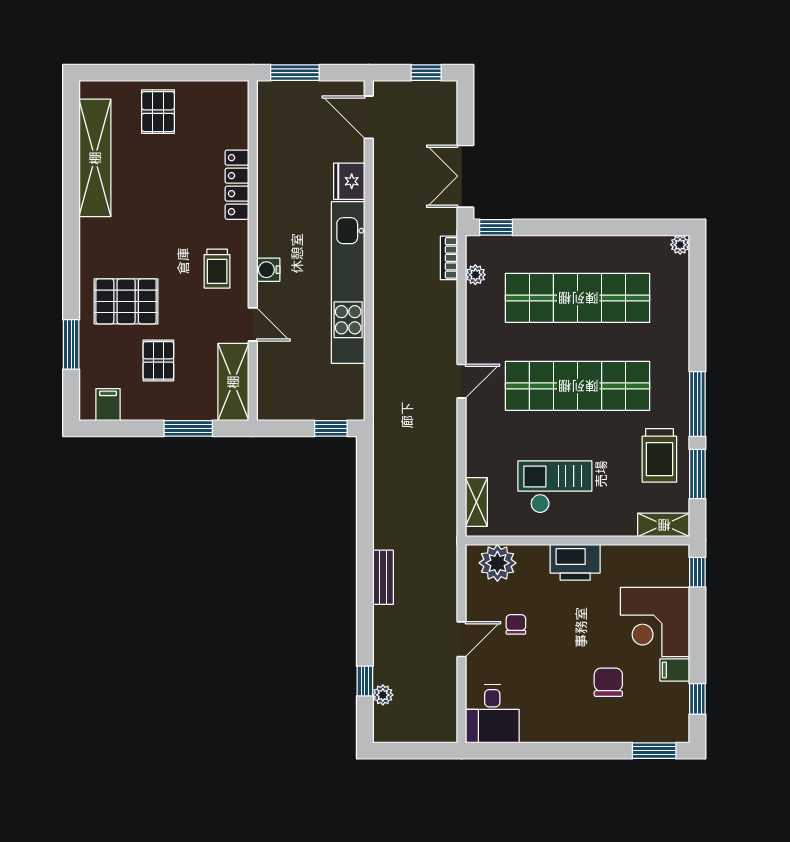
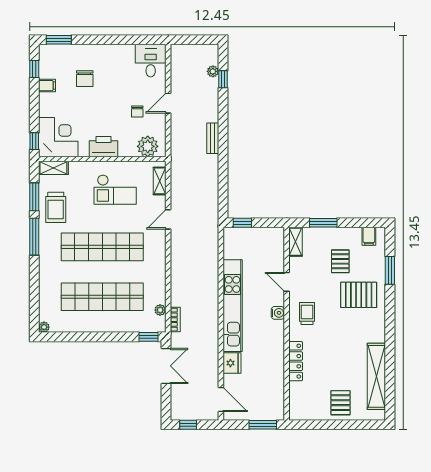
door: (462, 381) -> (168, 219), moved
shelving: (233, 382) -> (295, 242), width x0.67, depth x0.75
trolley: (659, 455) -> (56, 207), turned 180
corner desk: (655, 622) -> (58, 137), moved

